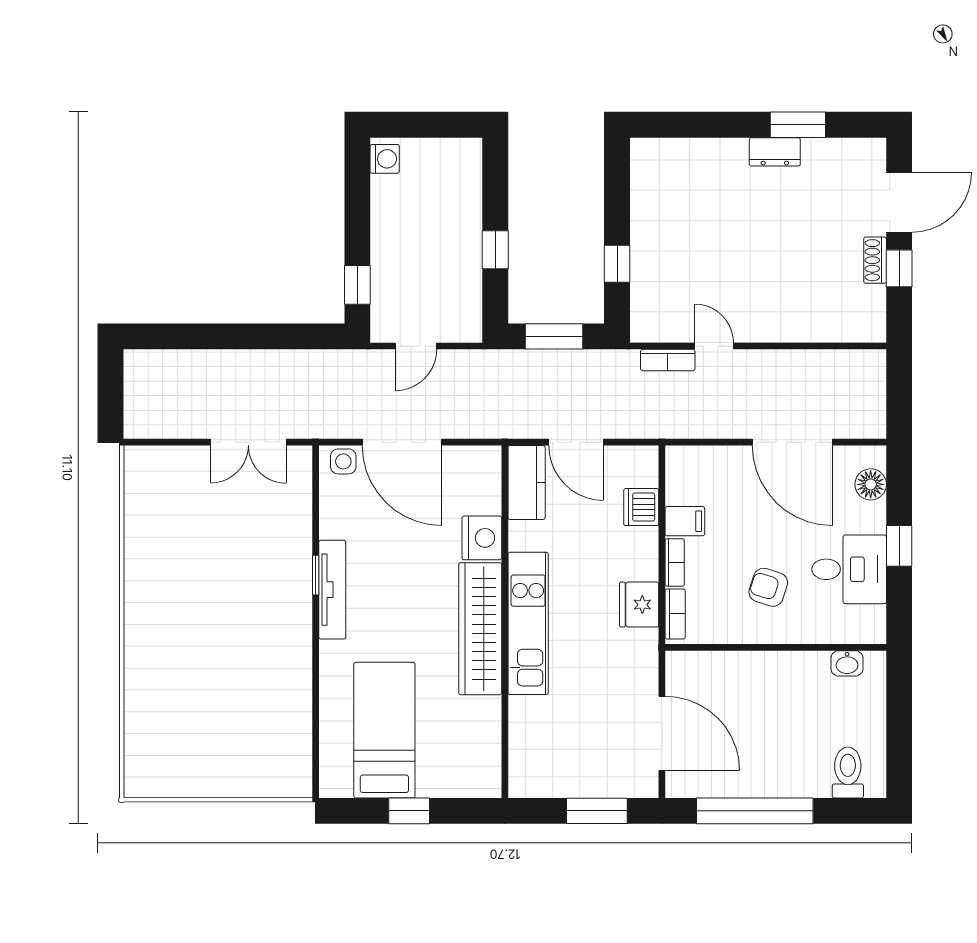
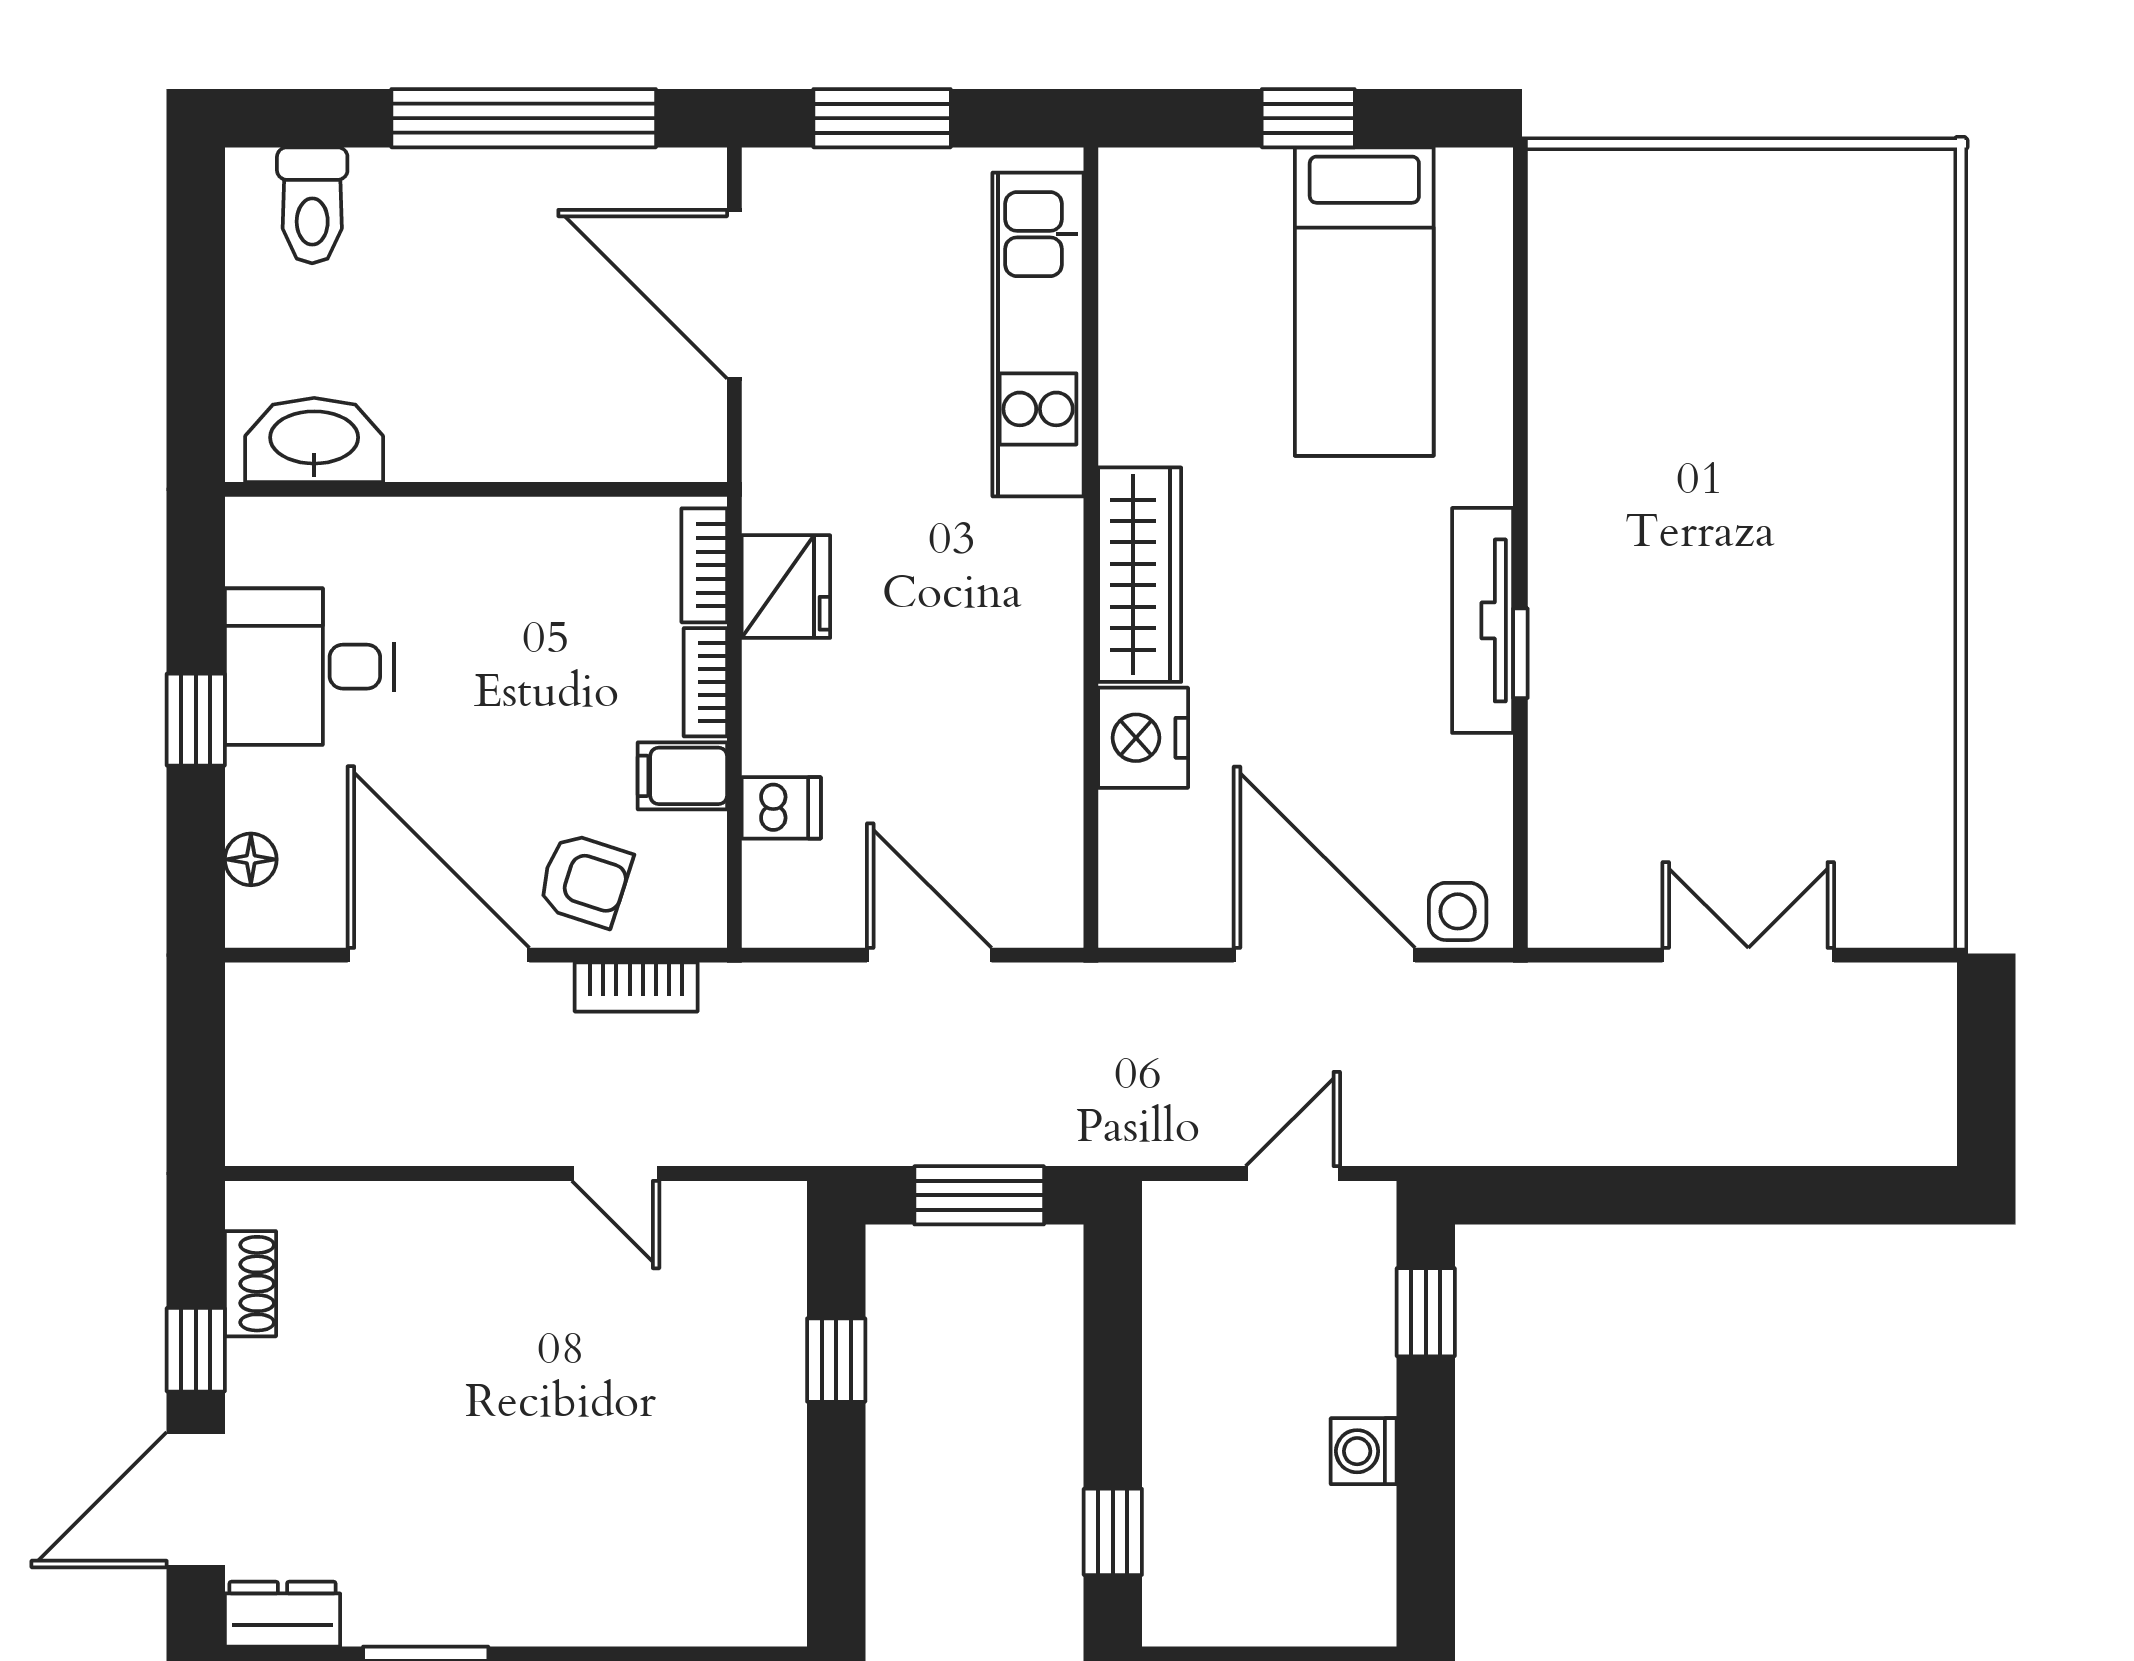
dresser: (775, 152) -> (283, 1614), moved
washing machine: (385, 159) -> (1364, 1451), moved
window: (495, 250) -> (1113, 1532), moved
shoe rack: (875, 260) -> (250, 1284), moved
bookcase: (668, 360) -> (636, 987), moved, turned 180
double door: (248, 442) -> (1748, 955), moved
kitchen counter: (527, 482) -> (1042, 864), removed
floor lamp: (871, 484) -> (251, 859), width x0.73, depth x0.73
dishwasher: (641, 507) -> (781, 808), width x0.73
armchair: (768, 587) -> (585, 880), moved
kitchen unit: (528, 623) -> (1038, 334), moved
wardrobe: (480, 629) -> (1140, 575), width x0.71, depth x0.85
washbasin: (847, 663) -> (314, 440), width x1.91, depth x1.45

